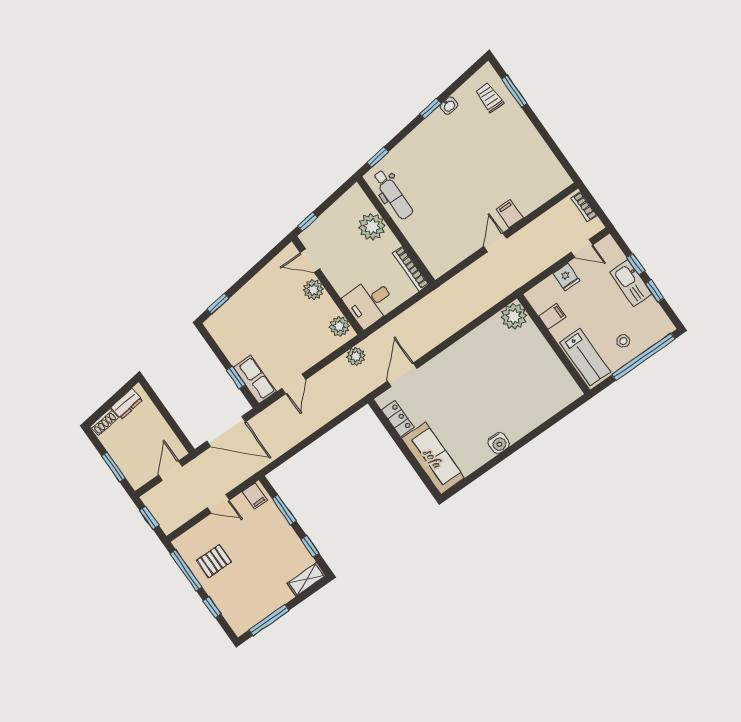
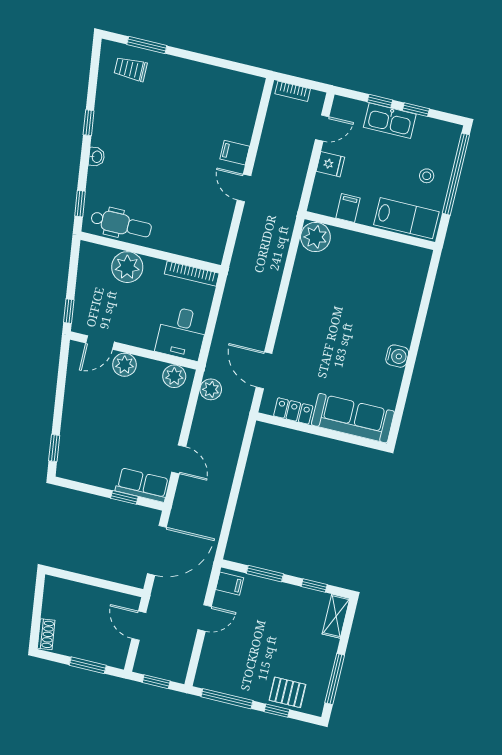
washbasin: (449, 106) -> (97, 157), moved
dresser: (127, 404) -> (51, 602), removed
pallet: (214, 561) -> (287, 692), moved, turned 90

